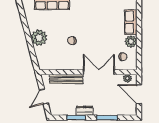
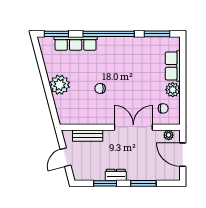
bench: (66, 79) -> (88, 136), width x0.73

